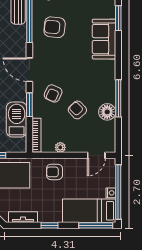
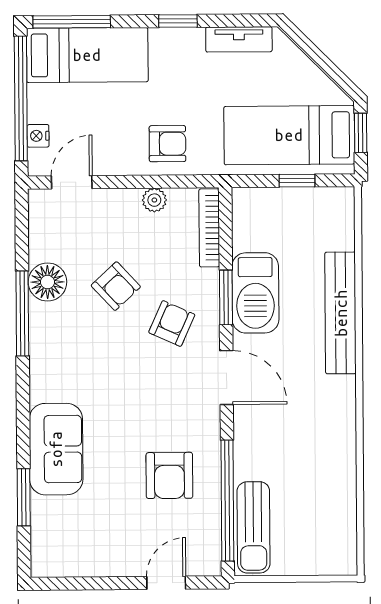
armchair: (55, 27) -> (169, 475), turned 84
barbecue: (17, 120) -> (255, 293), moved
nightstand: (111, 193) -> (38, 136), moved

